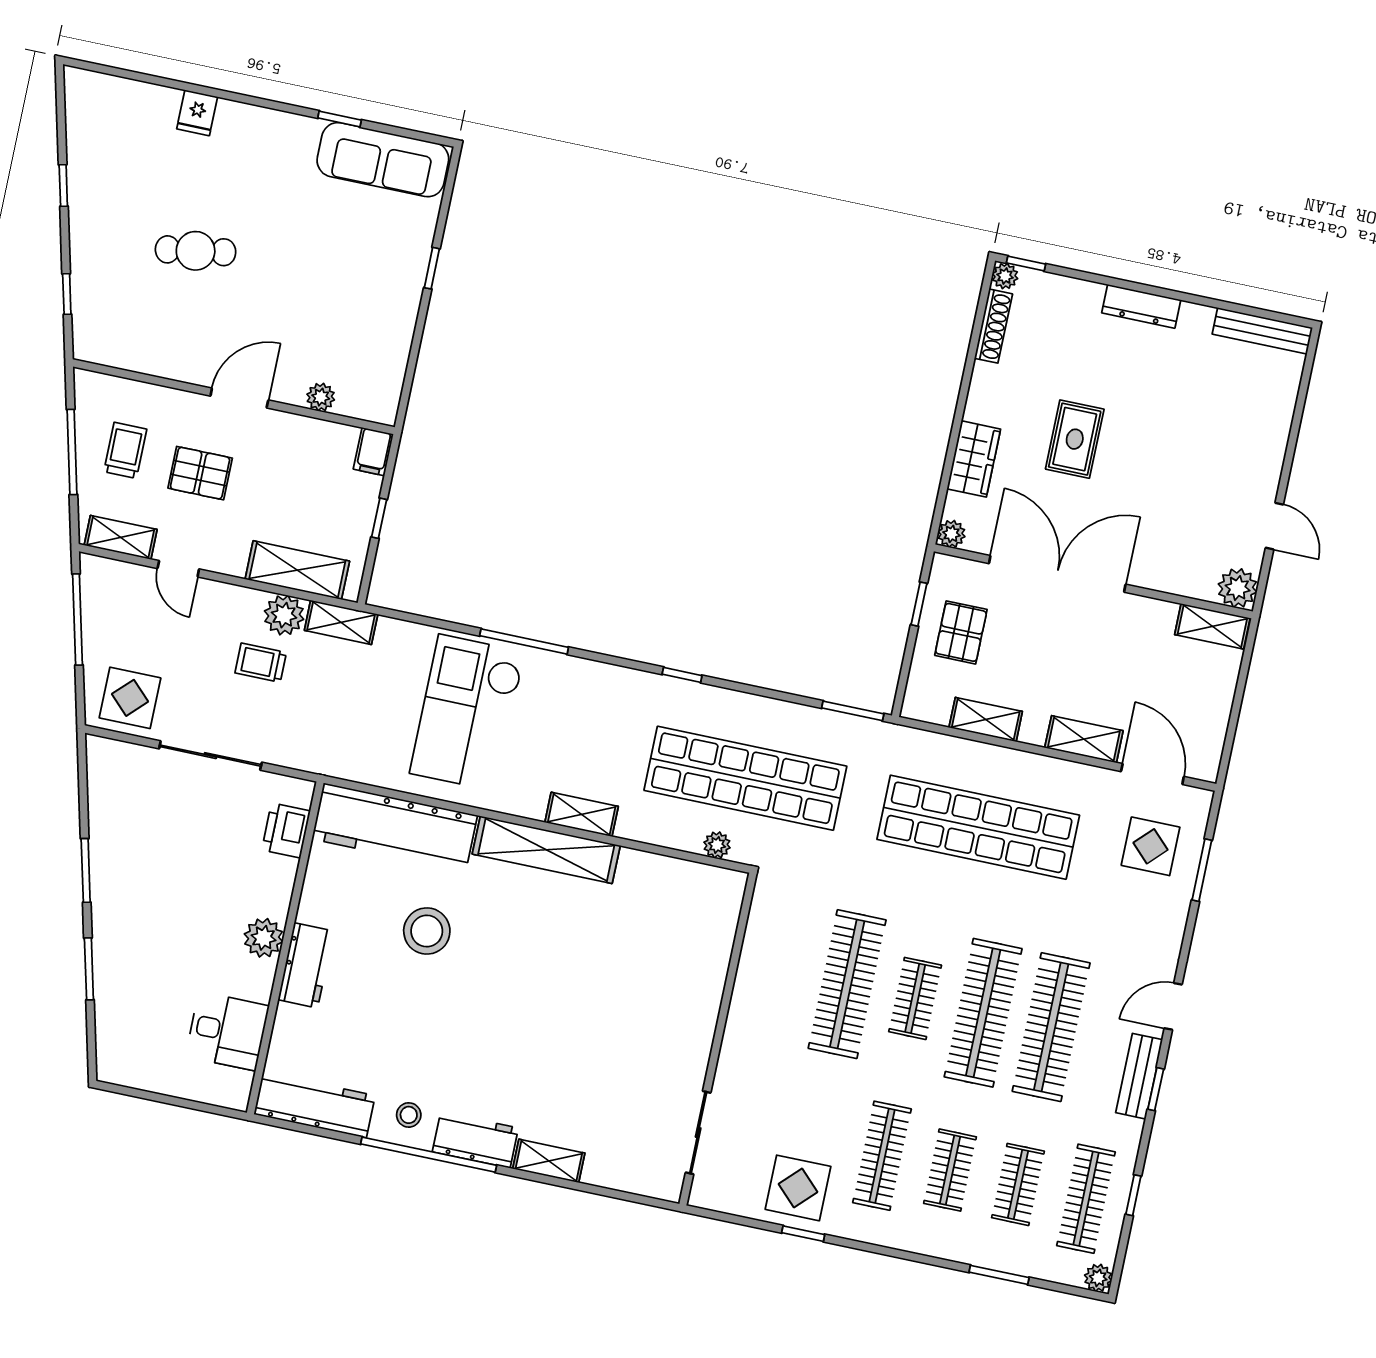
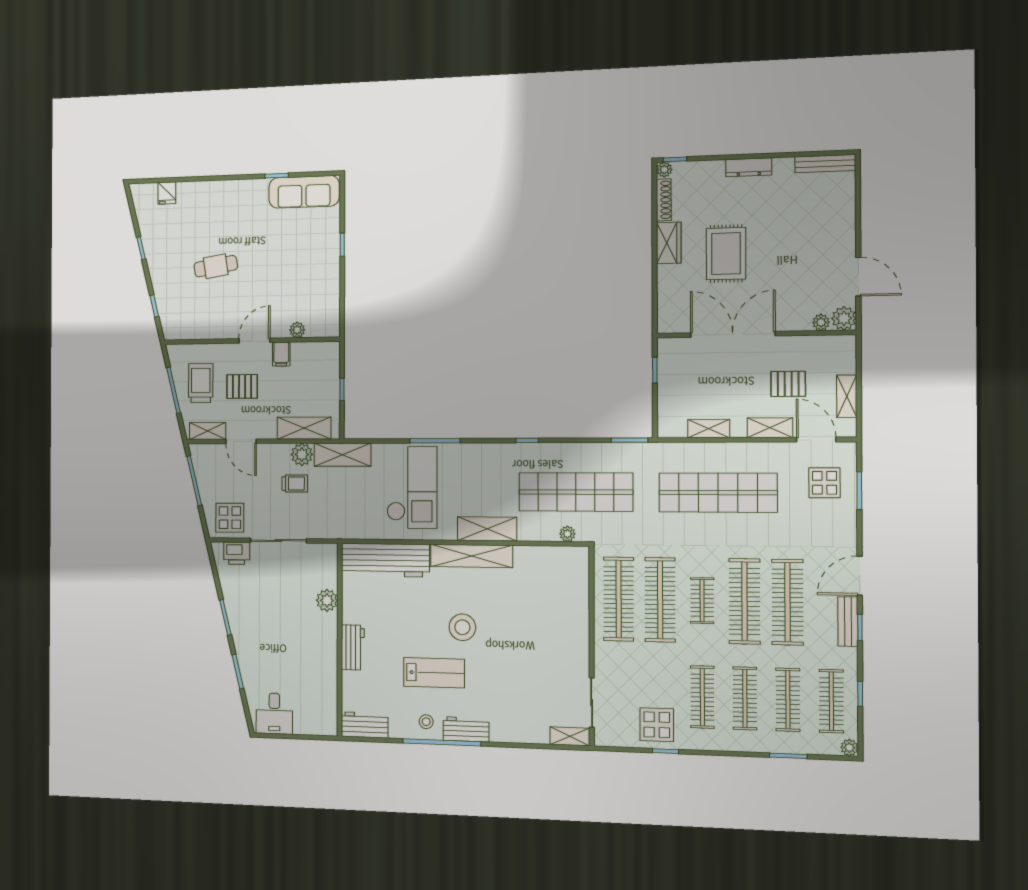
fridge: (197, 113) -> (167, 193), moved
rug: (1075, 439) -> (726, 254), width x1.36, depth x1.43
trolley: (125, 450) -> (201, 383), width x1.36, depth x1.39
filing cabinet: (373, 452) -> (281, 354), moved
wardrobe: (974, 459) -> (669, 243), moved
door: (1274, 526) -> (858, 277), width x1.38
plant: (951, 534) -> (821, 322), moved
door: (178, 569) -> (241, 441), width x1.38
shelving: (341, 622) -> (343, 455), width x1.50, depth x1.33
shelving: (1212, 626) -> (847, 396), moved, turned 90
pallet: (961, 632) -> (788, 384), moved, turned 90
trolley: (261, 663) -> (295, 484), turned 180
checkout: (467, 713) -> (412, 487), turned 180
shelving: (582, 814) -> (487, 529), width x1.50, depth x1.33
printer: (286, 830) -> (237, 553), moved, turned -90
stool: (427, 931) -> (462, 627), moved
plant: (264, 938) -> (327, 600), moved
clothes rail: (779, 970) -> (619, 599), added
door: (1173, 1006) -> (860, 576), width x1.38
desk: (227, 1031) -> (274, 713), moved, turned 90
lab bench: (440, 1035) -> (434, 673), added
workbench: (314, 1105) -> (365, 725), width x0.73
shelving: (549, 1161) -> (570, 736), moved
clothes rail: (950, 1170) -> (745, 698), width x1.36
clothes rail: (1018, 1184) -> (788, 700), width x1.36

